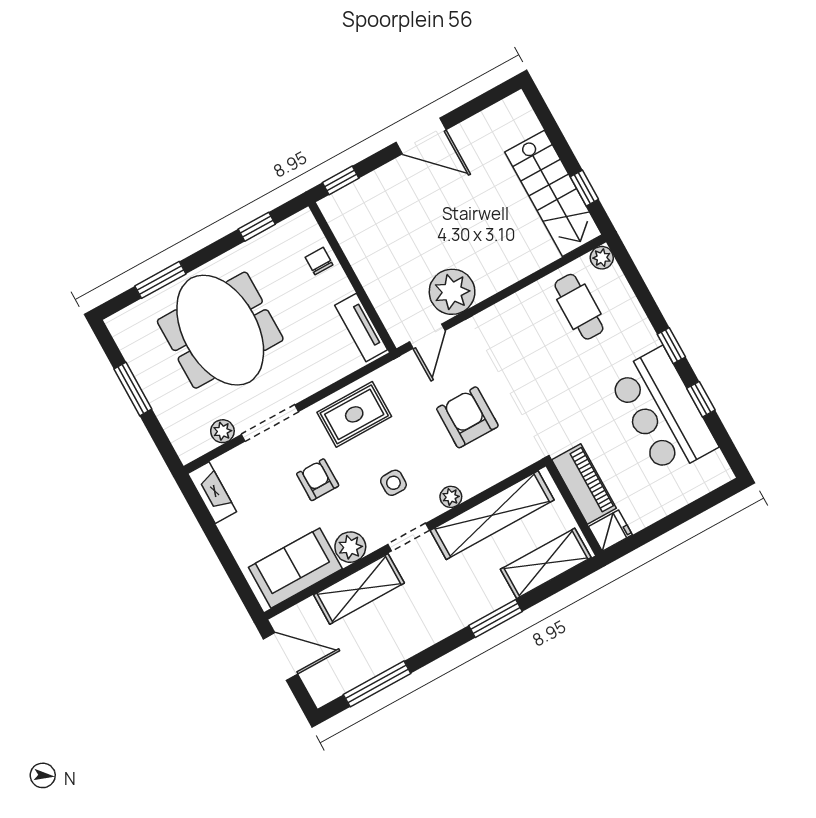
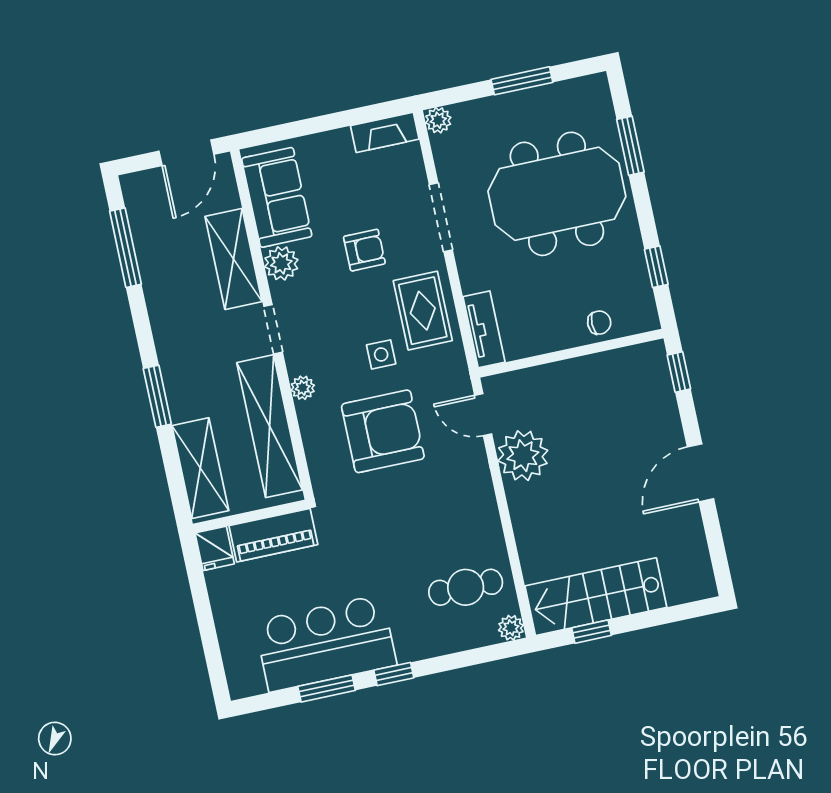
tv unit: (361, 328) -> (484, 329), moved, turned 90
window: (701, 399) -> (327, 688), width x1.50
armchair: (467, 417) -> (383, 431), width x1.36, depth x1.36
plant: (222, 431) -> (438, 120), moved
side table: (393, 483) -> (381, 354), moved

